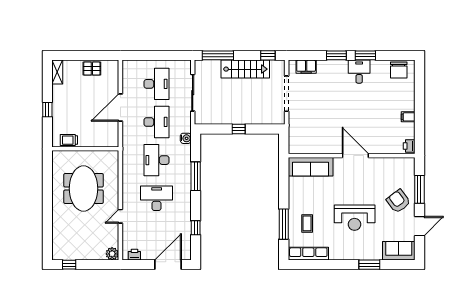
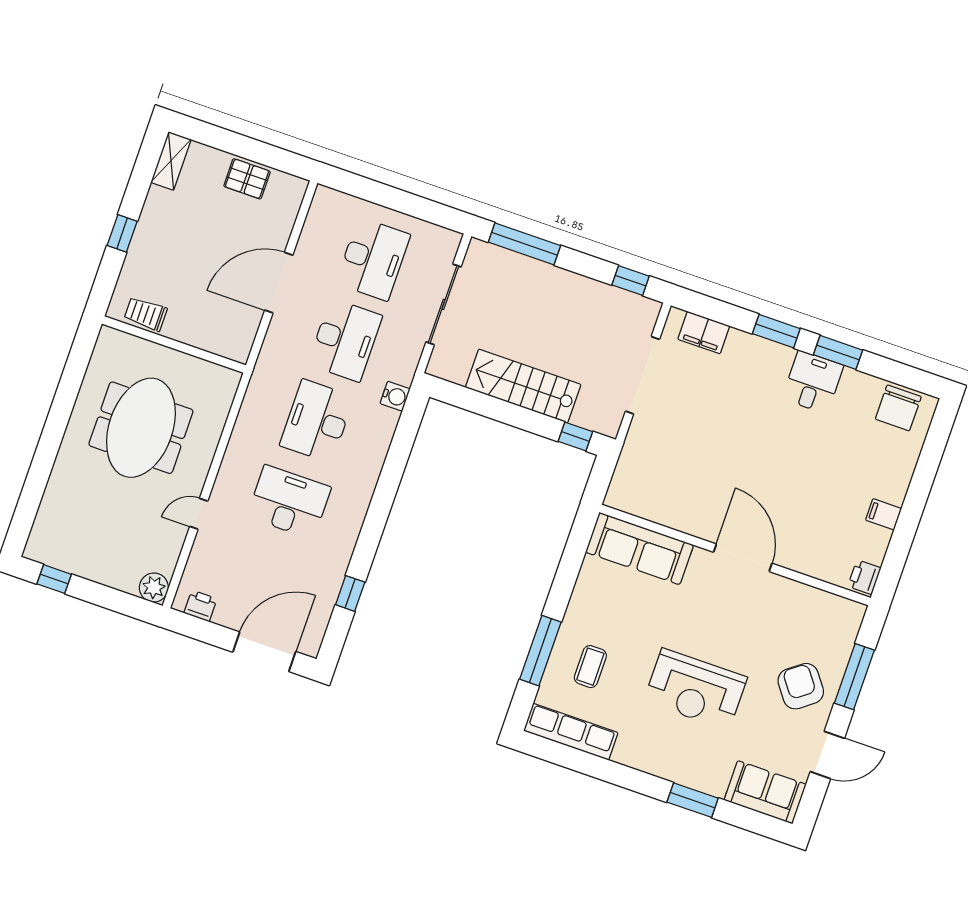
stairs: (245, 69) -> (523, 386), moved, turned 180
window: (239, 129) -> (575, 436), moved
window: (196, 176) -> (388, 484), removed

